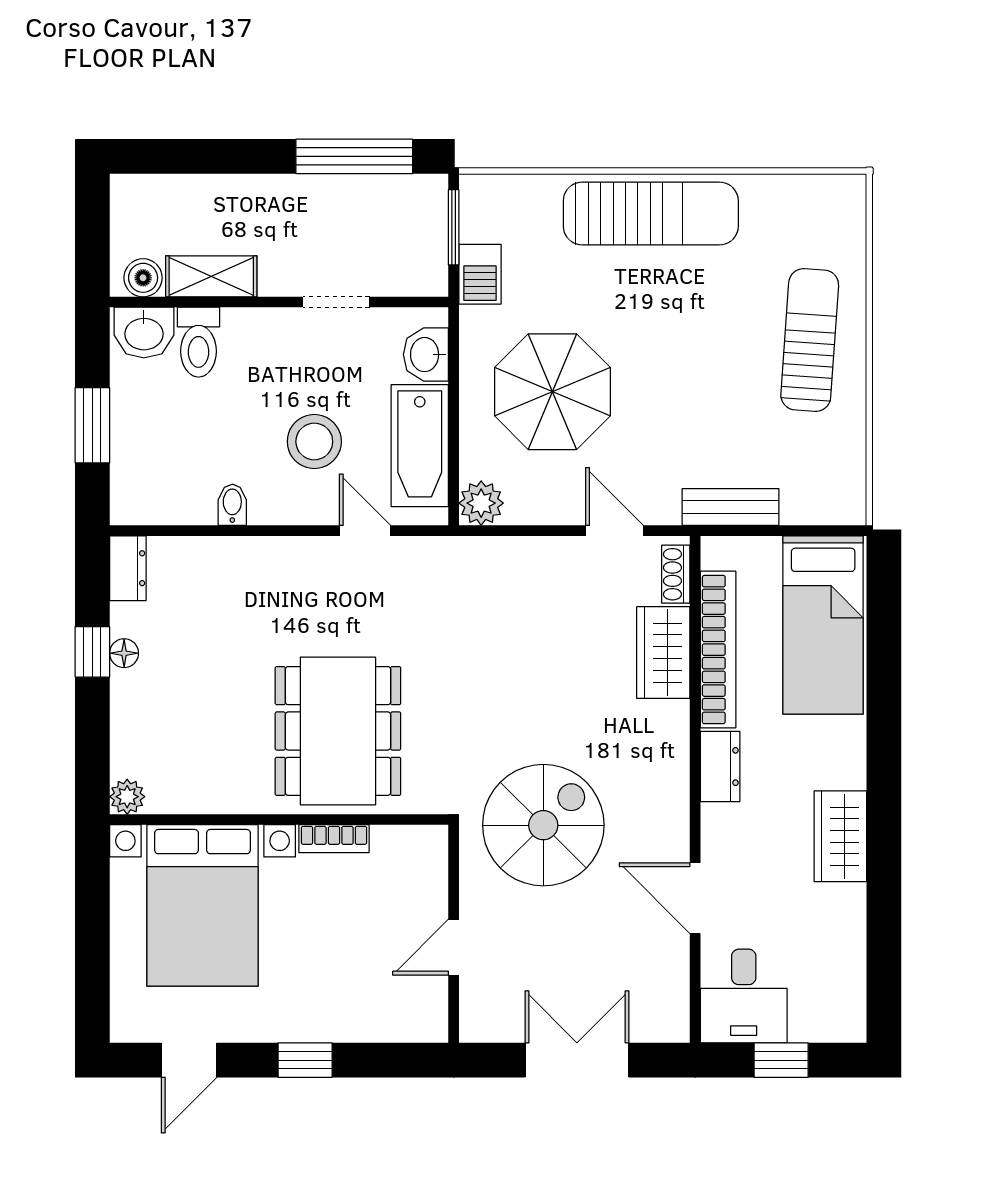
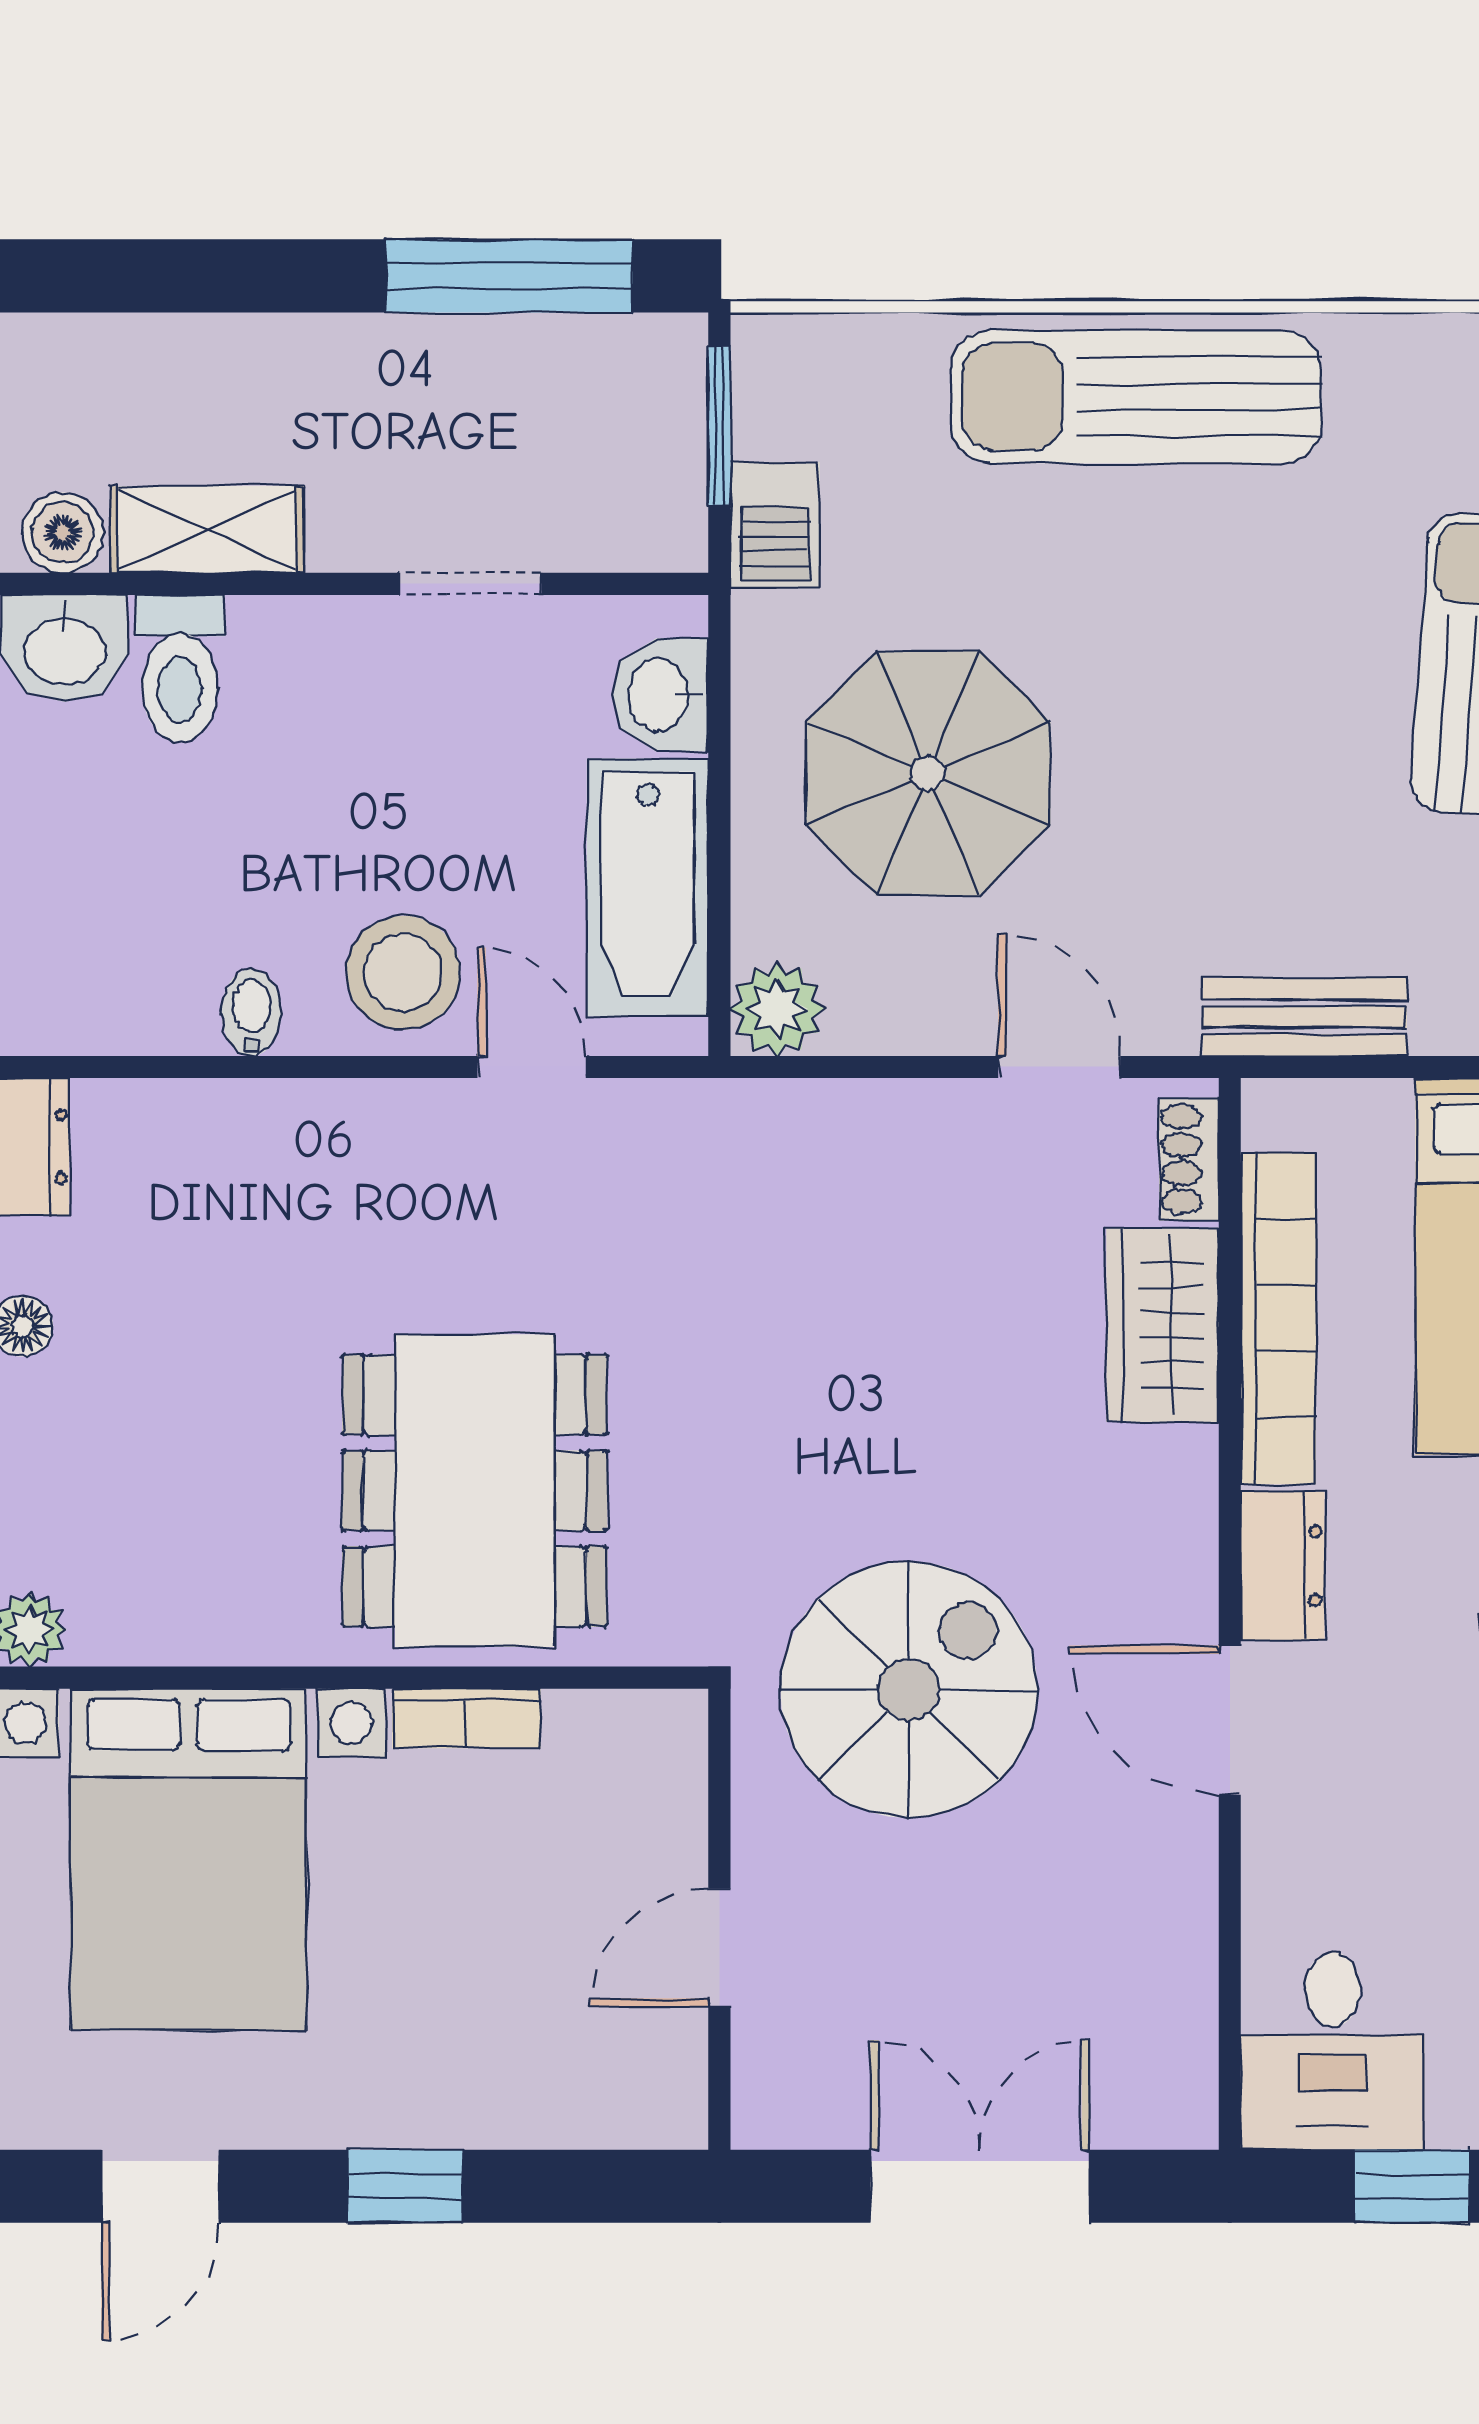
sun lounger: (651, 213) -> (1136, 397), turned 180
stool: (314, 442) -> (403, 973), moved
door: (695, 898) -> (1230, 1720), moved

